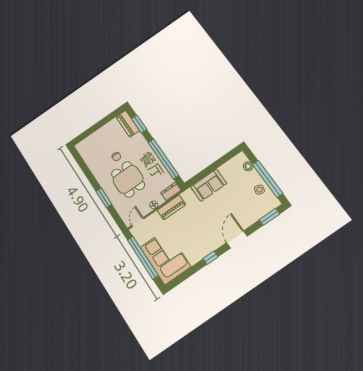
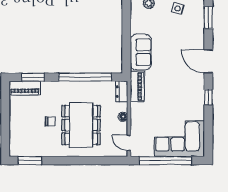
dining table: (128, 179) -> (81, 125), width x1.38
window: (104, 198) -> (30, 161), moved
piano: (171, 207) -> (137, 87), moved

